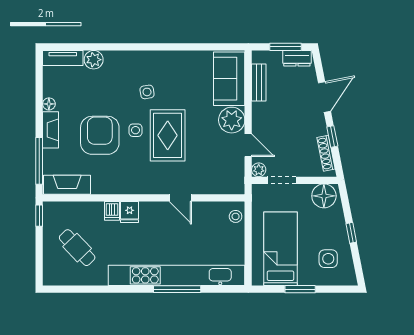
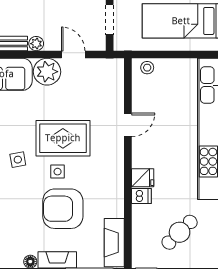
door: (248, 145) -> (73, 54), hinge flipped
plant: (259, 170) -> (36, 44), moved

